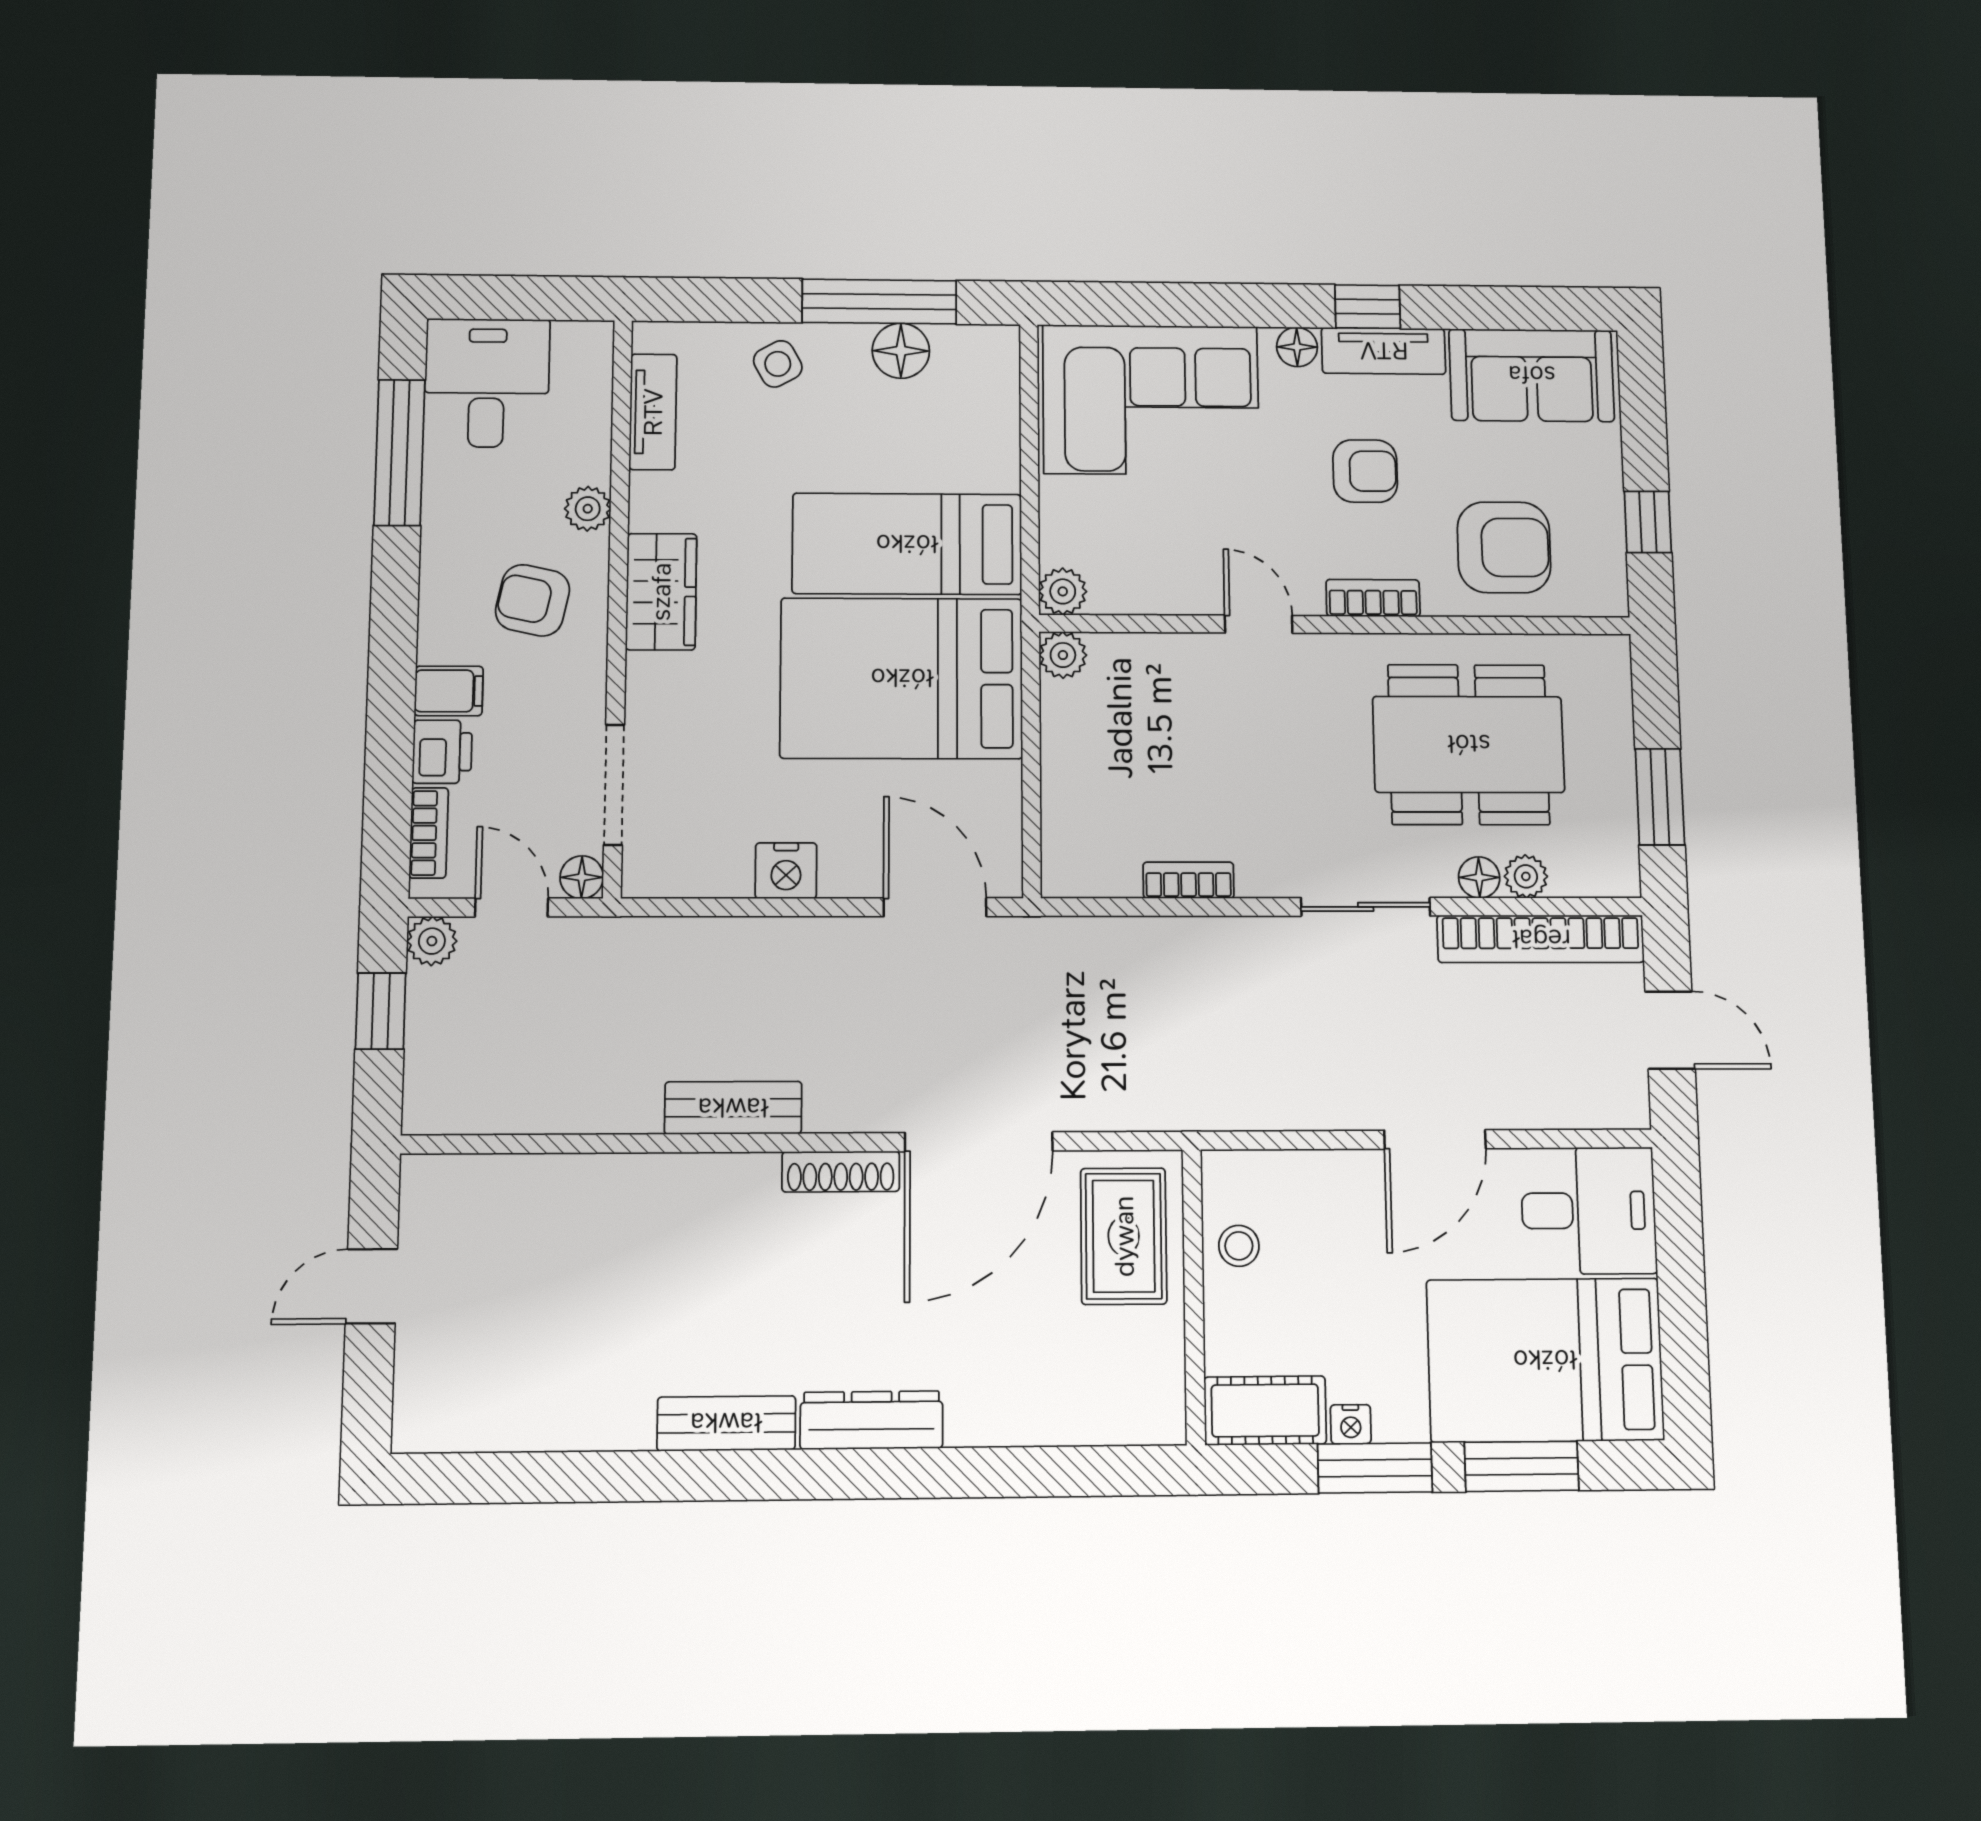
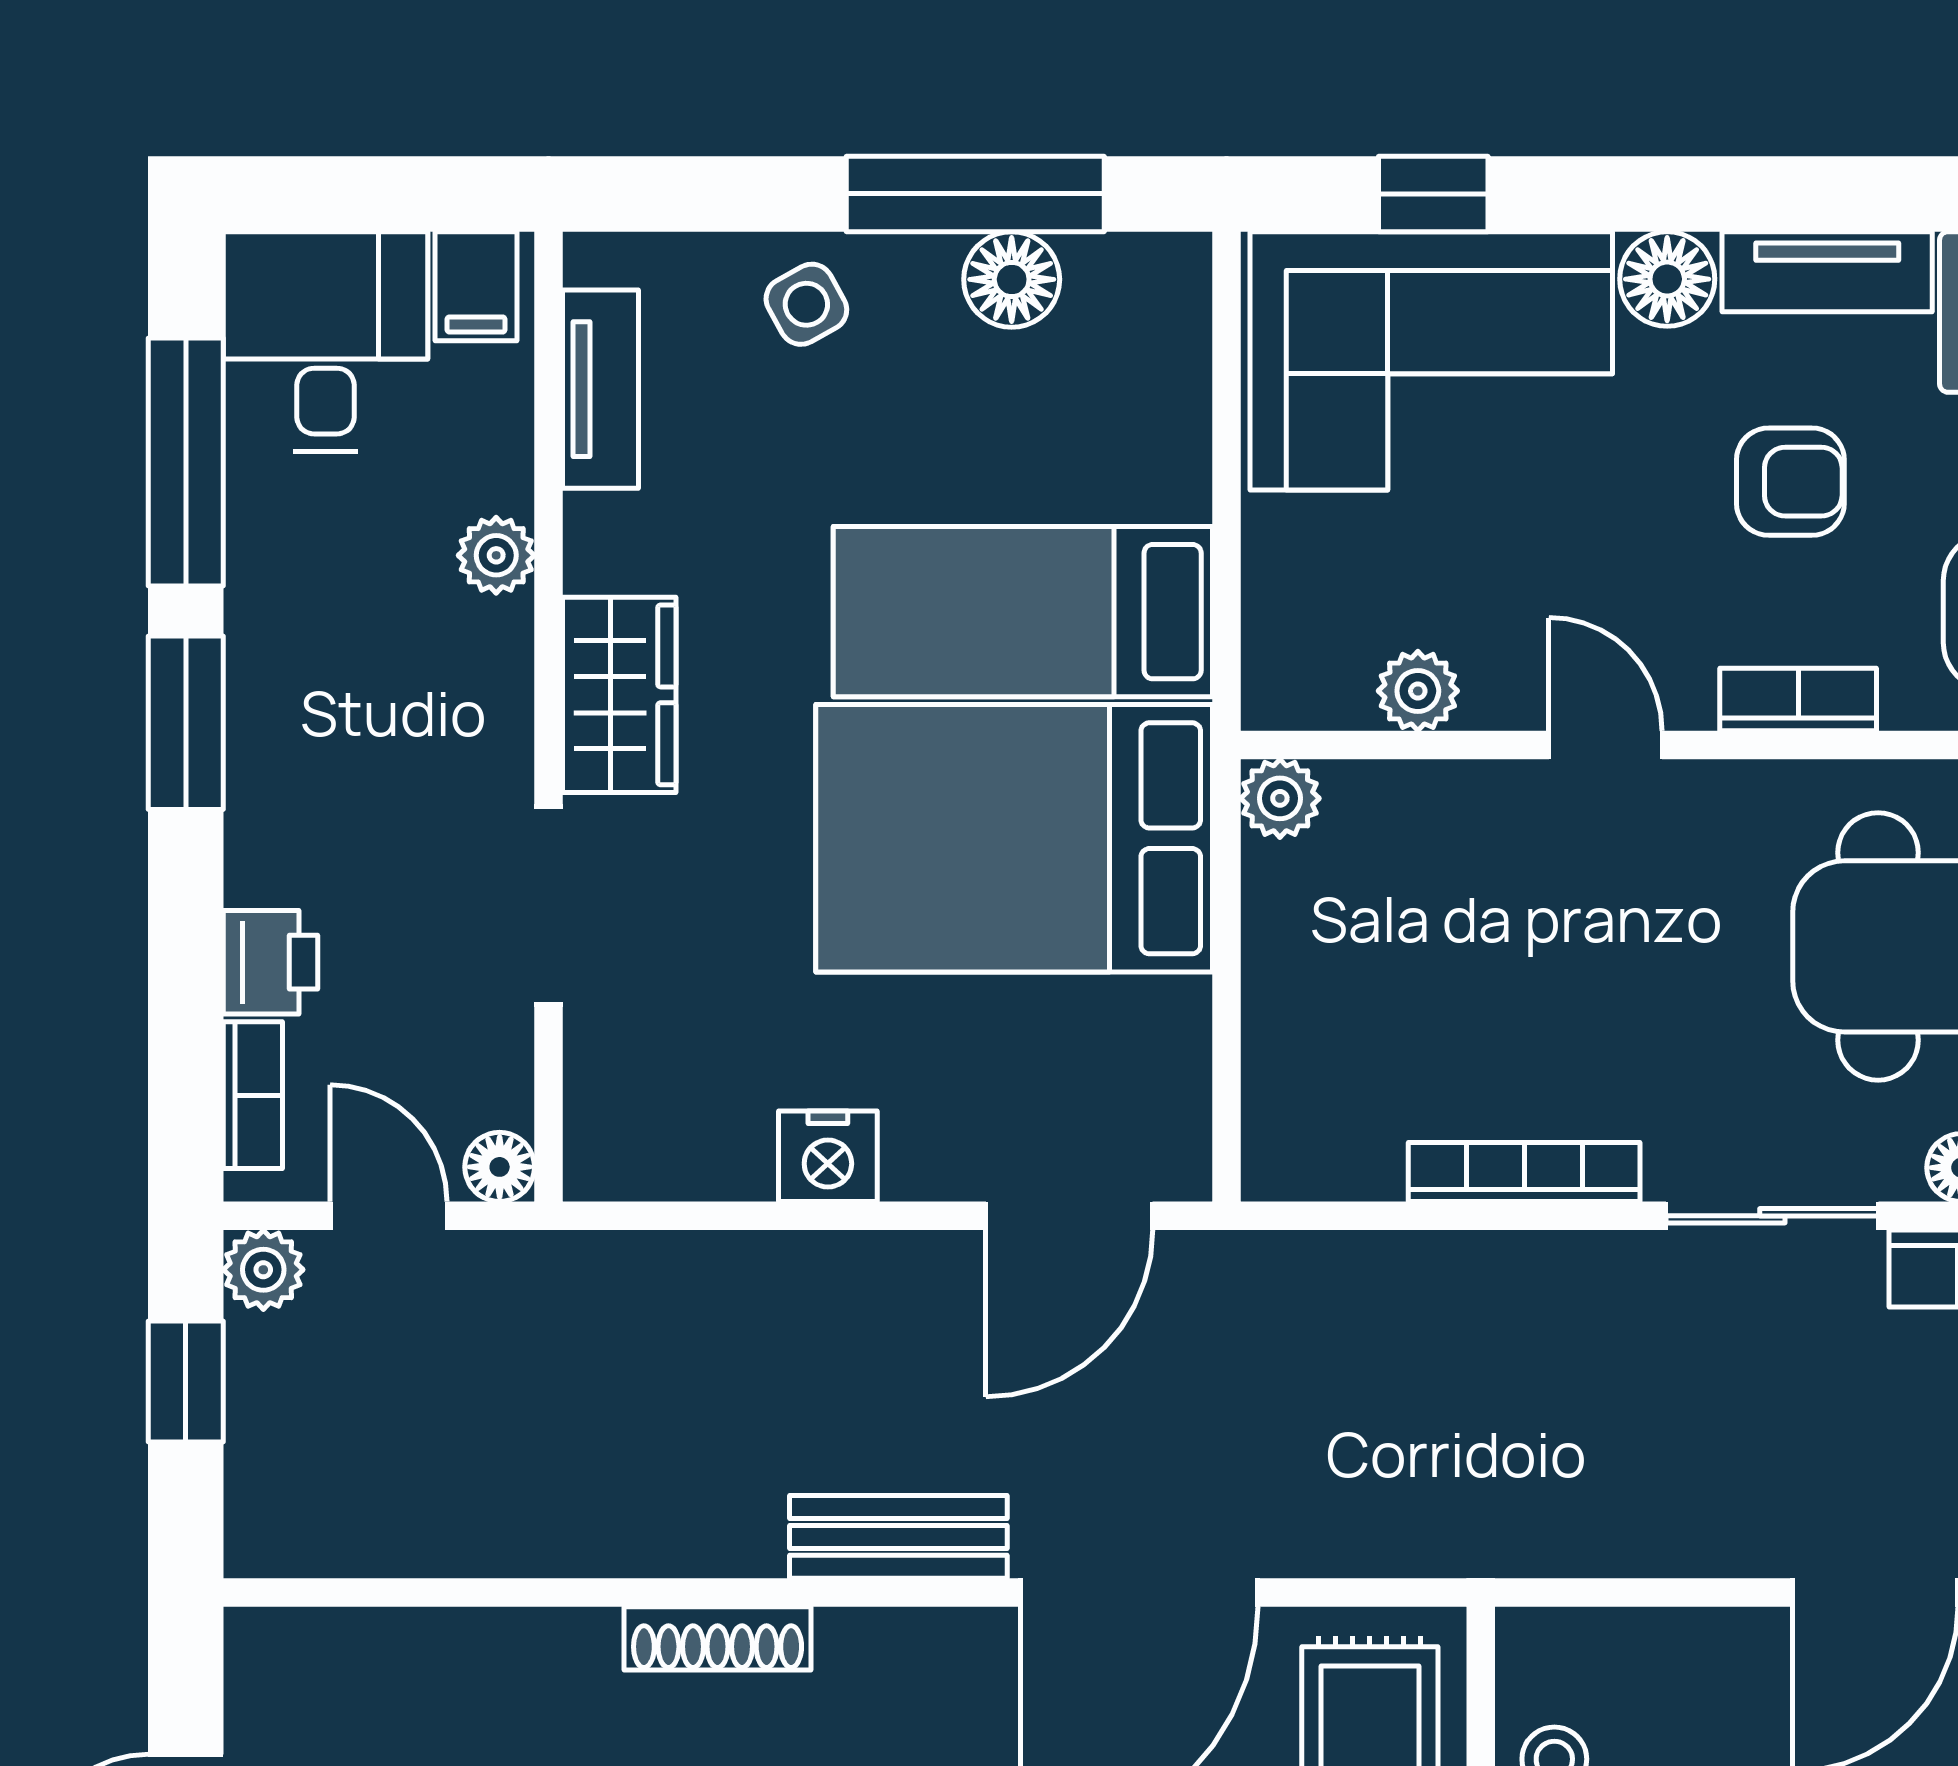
window: (1368, 307) -> (1433, 194), moved
floor lamp: (1297, 347) -> (1667, 279), width x1.37, depth x1.37
plant: (1063, 591) -> (1418, 691), moved
armchair: (533, 600) -> (410, 710), removed
window: (394, 607) -> (186, 723), added
filing cabinet: (449, 691) -> (476, 286), moved, turned 90
doorway: (614, 785) -> (548, 905), moved
bookcase: (1189, 880) -> (1524, 1172), width x1.56
door: (935, 907) -> (1069, 1216), swing flipped
bench: (733, 1108) -> (898, 1537), moved
shoe rack: (841, 1172) -> (718, 1638), moved

